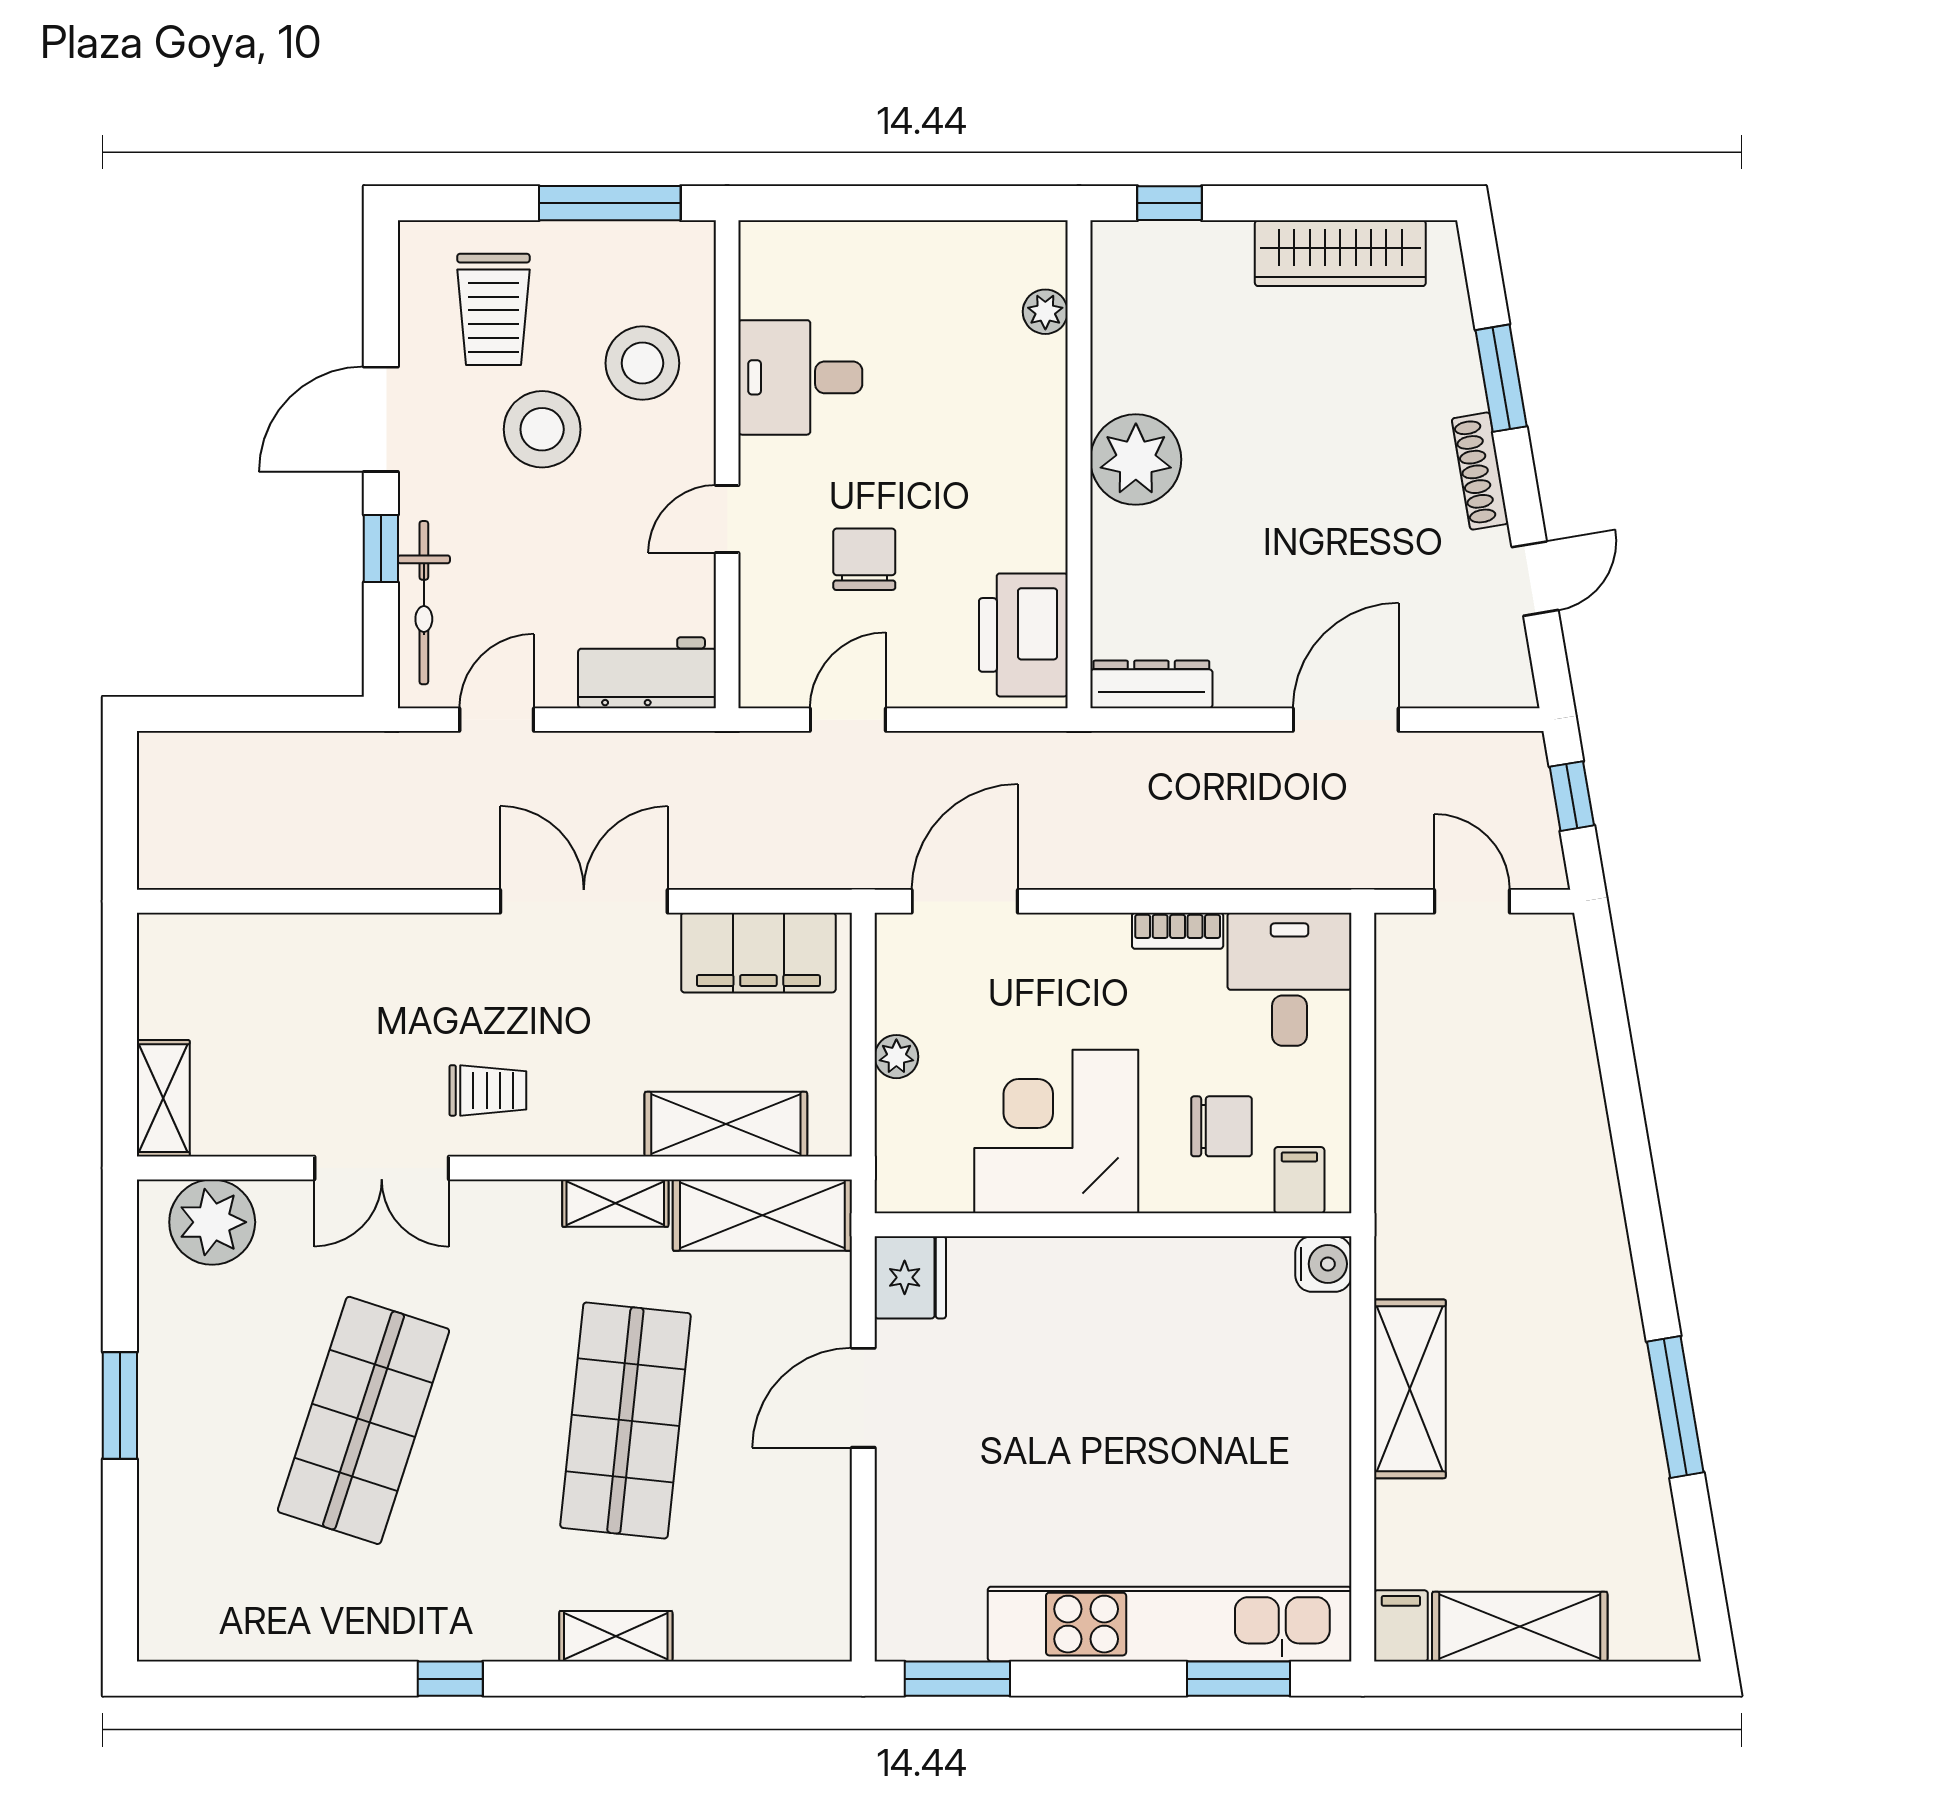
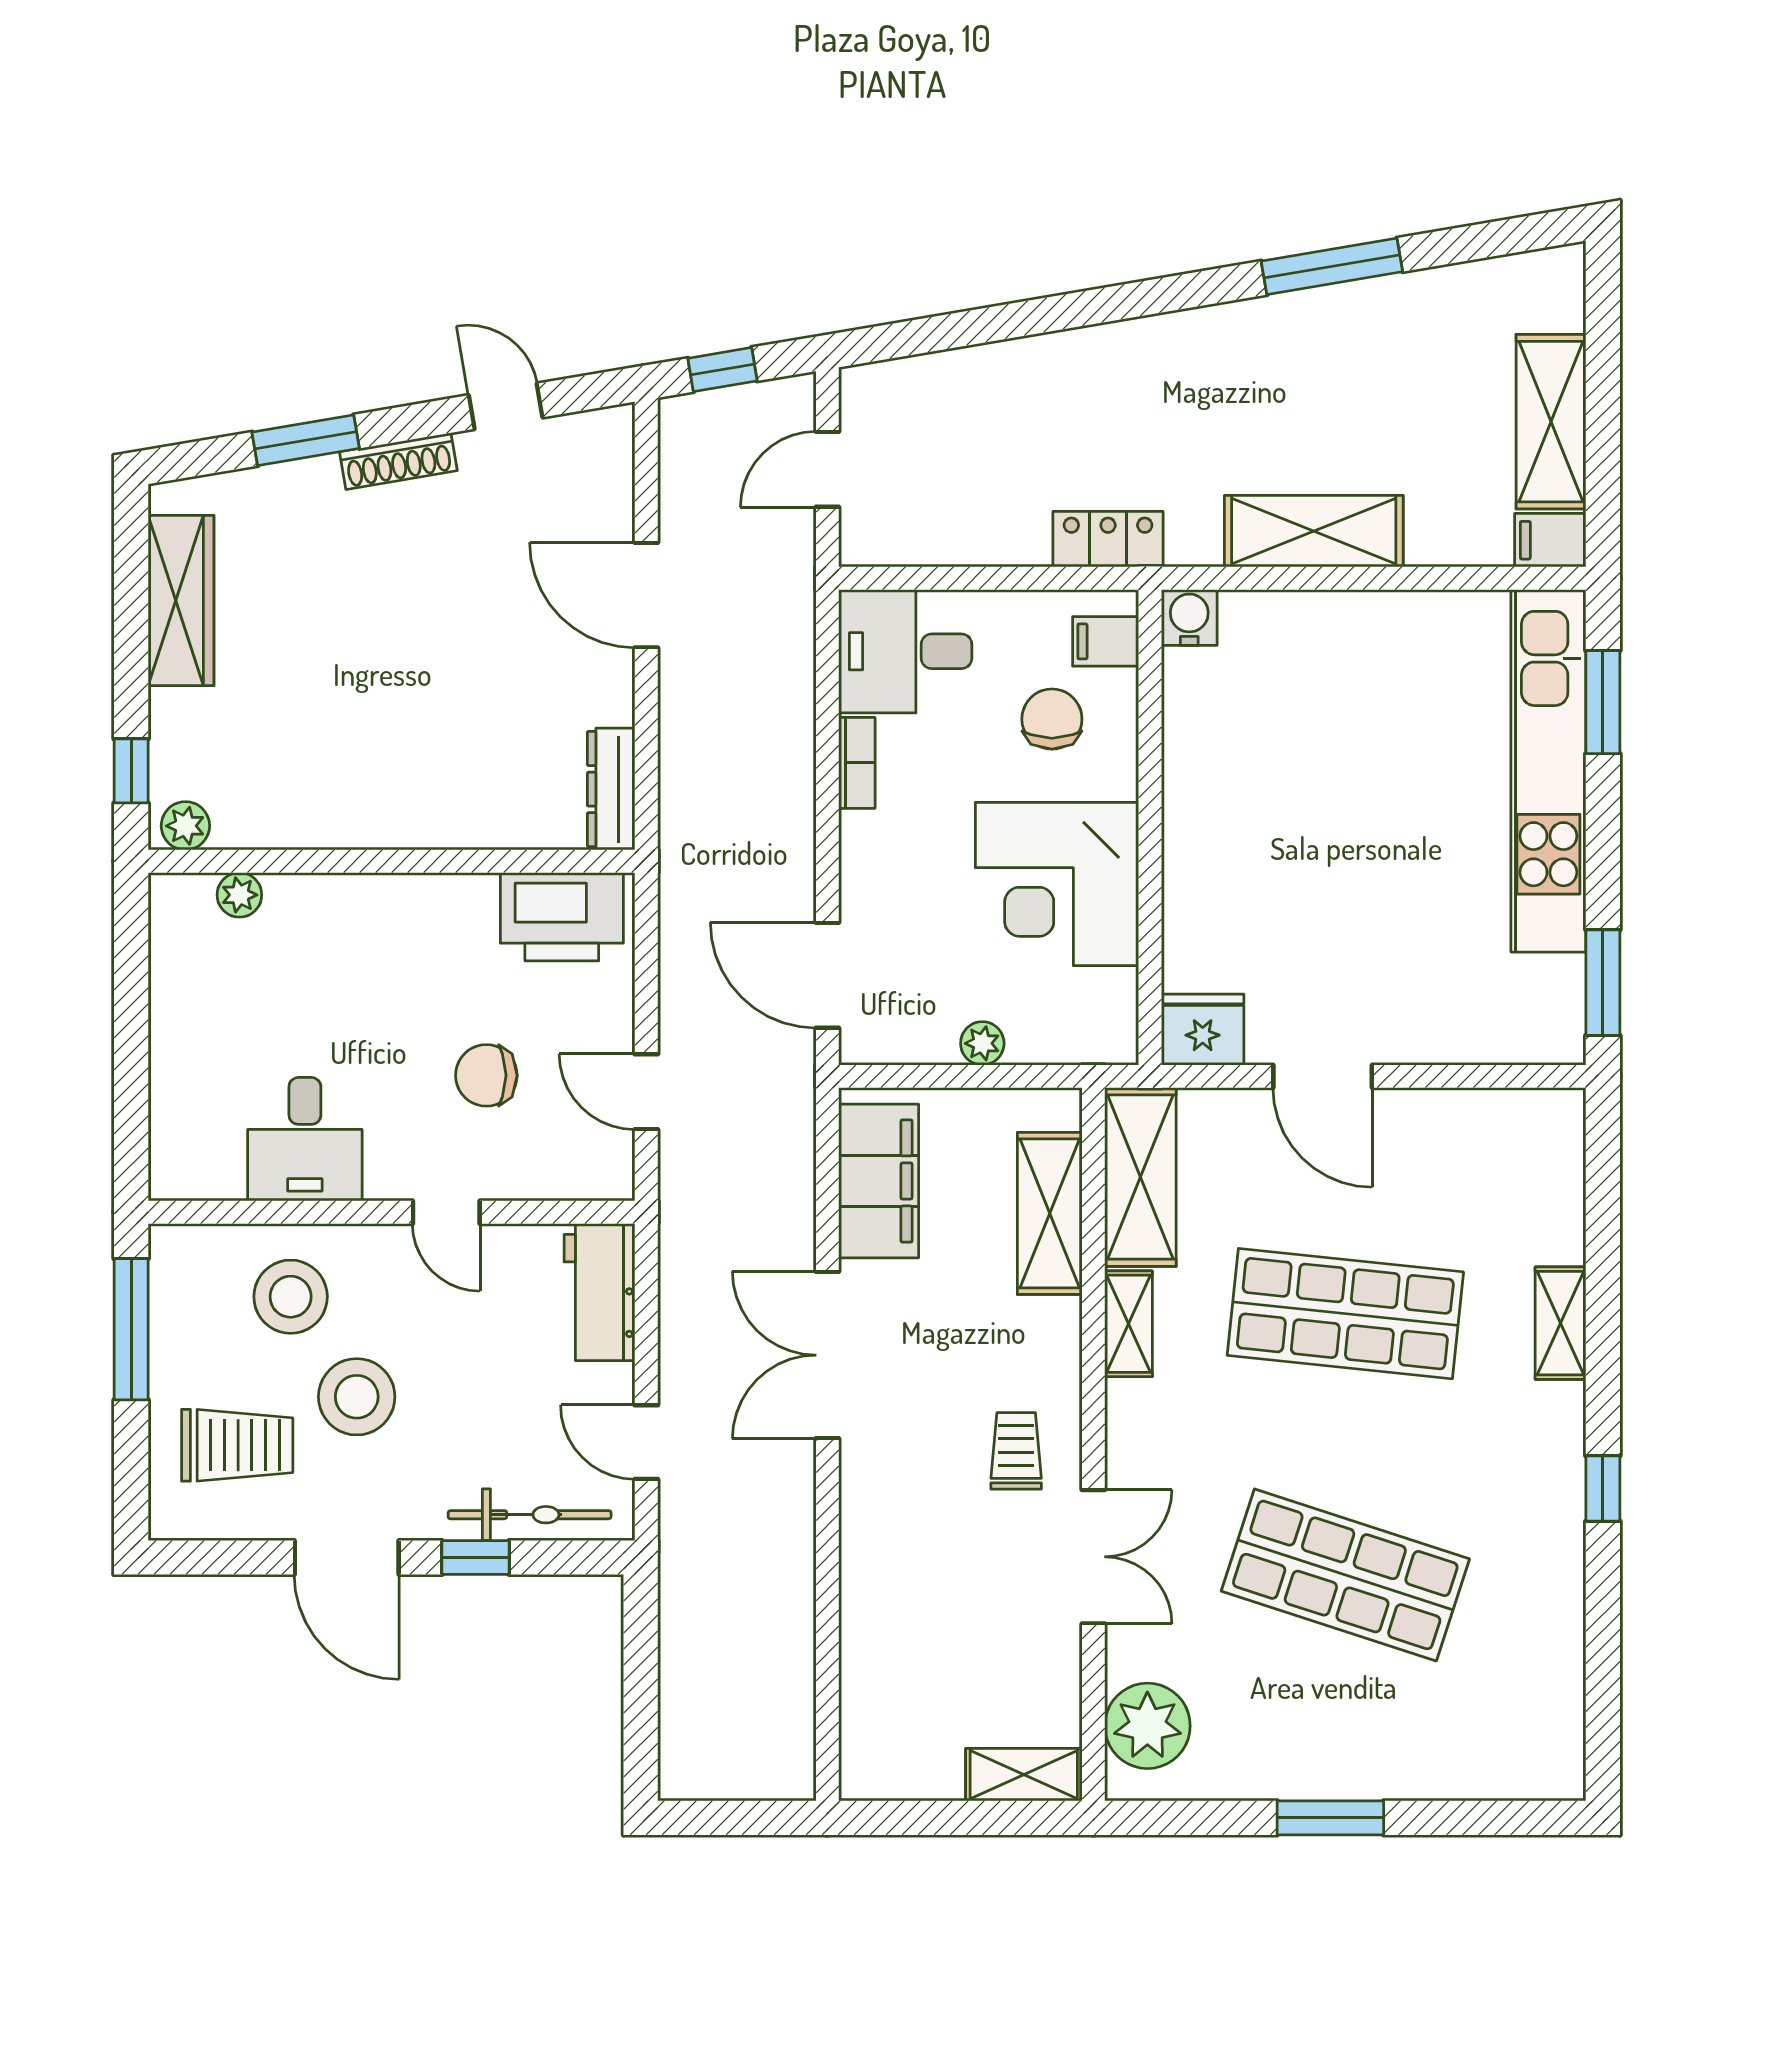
plant: (1136, 460) -> (185, 826), moved, width x0.53, depth x0.53
locker: (1402, 1183) -> (1108, 539), added

